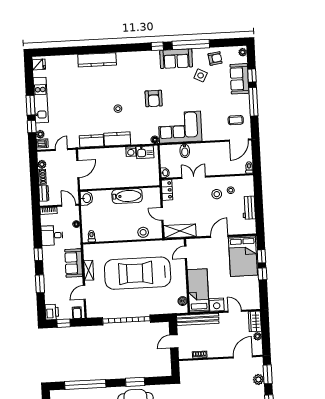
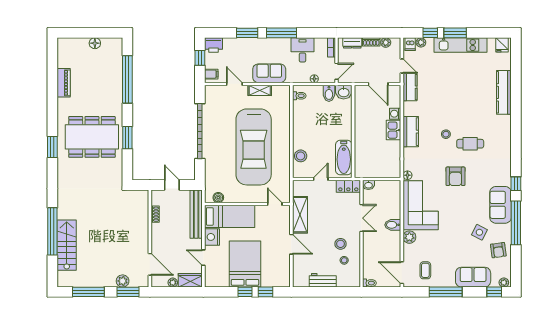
kitchen counter: (97, 60) -> (504, 92), moved
window: (252, 75) -> (494, 292), moved
cafe table: (125, 87) -> (470, 144), added
armchair: (154, 98) -> (455, 176), turned -90
plant: (208, 135) -> (409, 237), added
kitchen counter: (91, 141) -> (410, 87), moved
bidet: (185, 151) -> (393, 225), moved
washing machine: (131, 152) -> (395, 114), moved
kitchen sink: (145, 152) -> (394, 130), moved
bathtub: (127, 196) -> (344, 158), moved
bidet: (88, 211) -> (329, 93), added
shelving: (180, 231) -> (300, 215), moved
window: (38, 254) -> (282, 33), width x2.17
bed: (243, 256) -> (245, 264), moved, turned 90
car: (138, 273) -> (254, 147), turned 180
door: (235, 311) -> (203, 258), swing flipped

